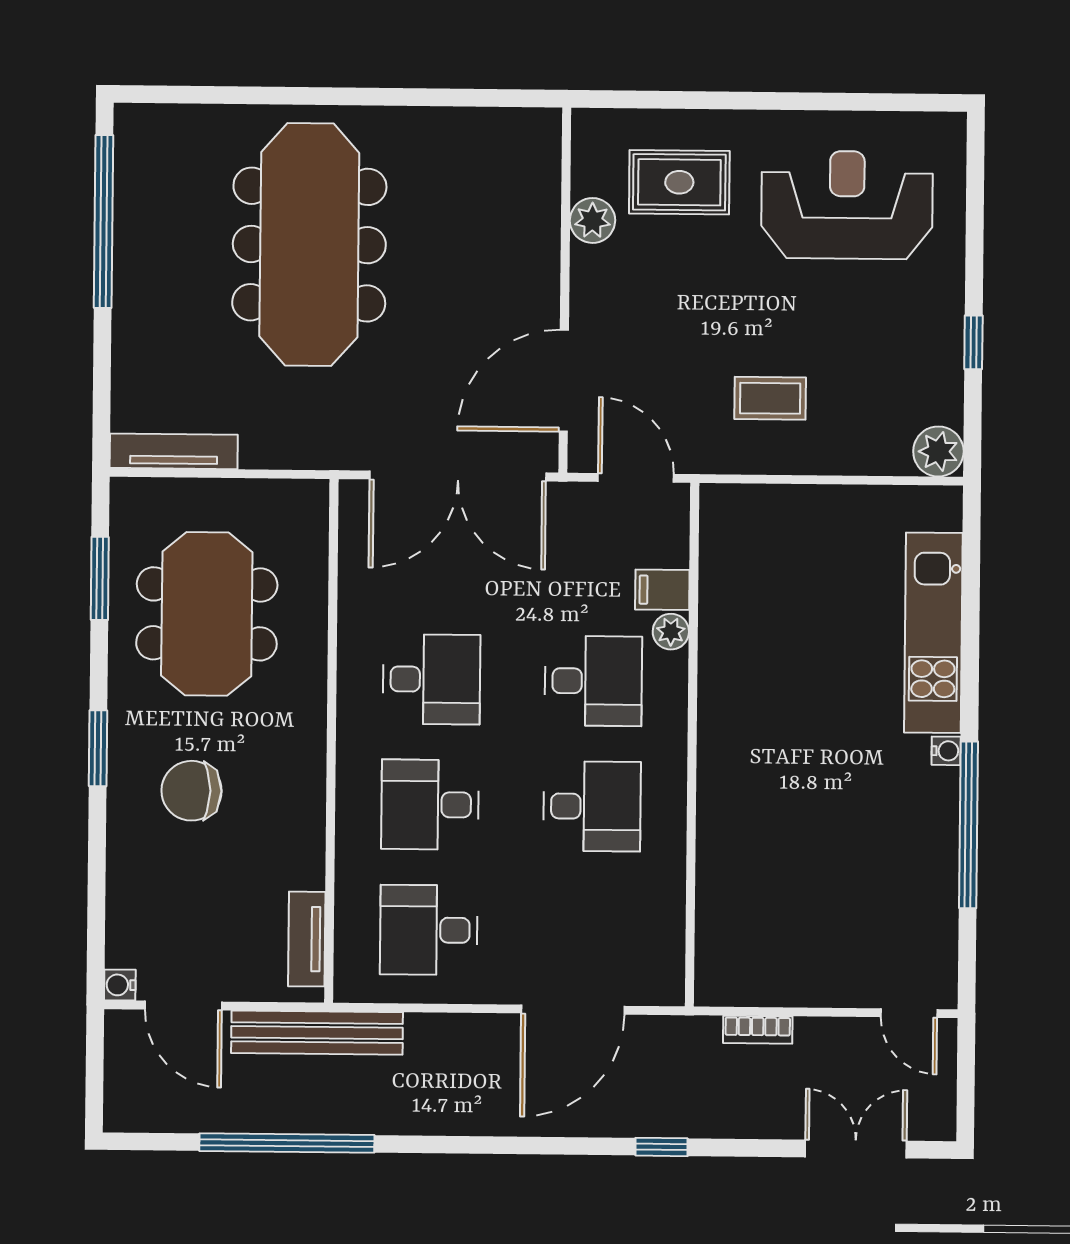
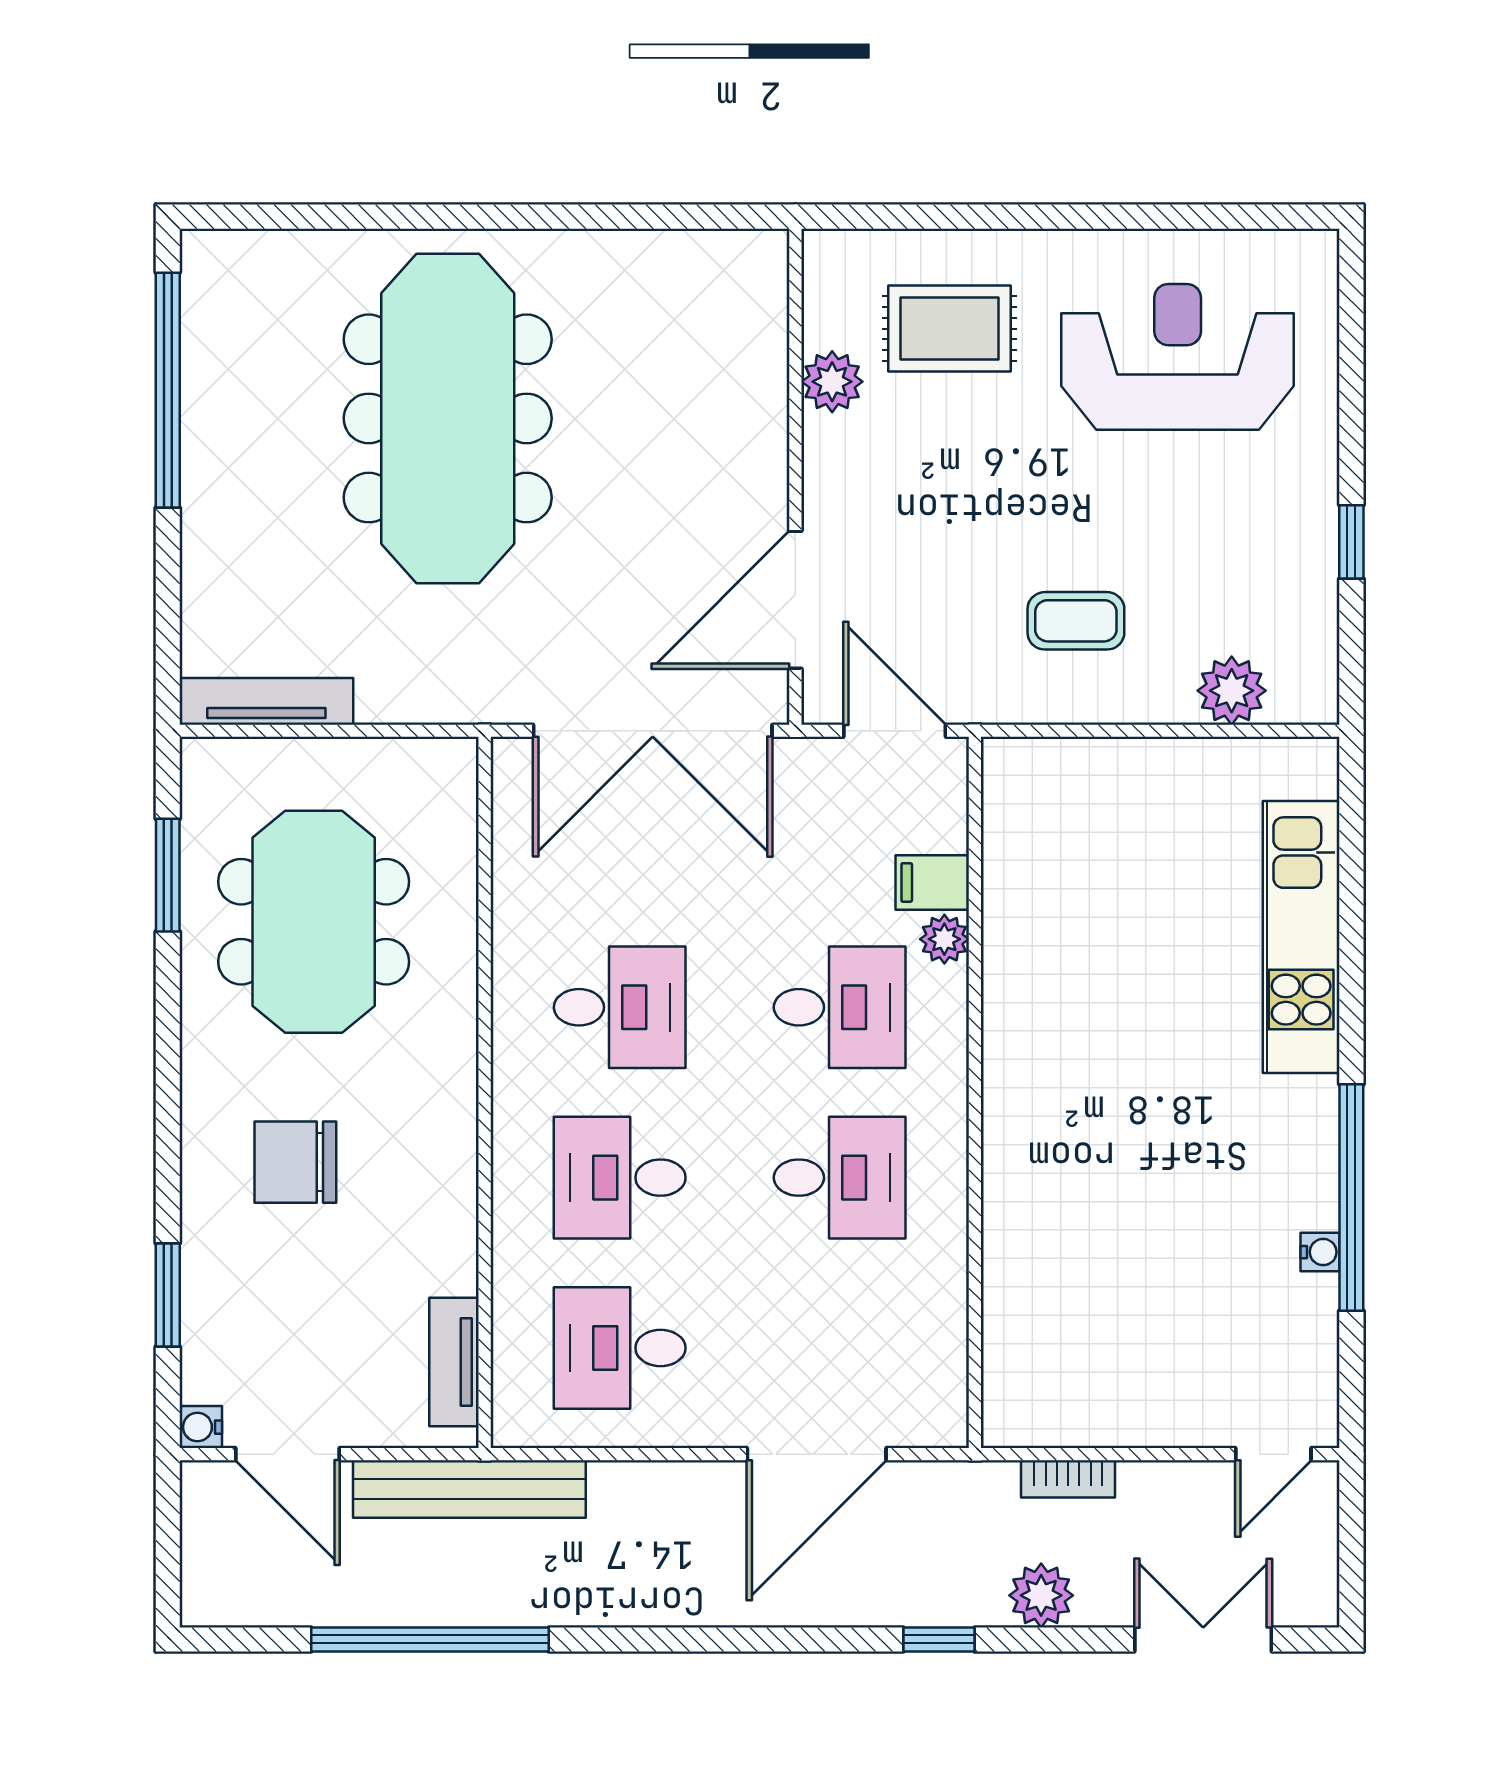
plant: (938, 451) -> (1232, 691), moved
window: (98, 748) -> (168, 1295), moved
water cooler: (946, 751) -> (1320, 1252), moved
door: (909, 1013) -> (1273, 1454), hinge flipped
plant: (737, 1115) -> (1041, 1595), added

